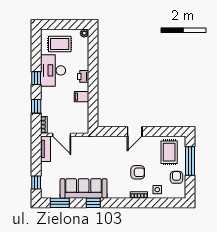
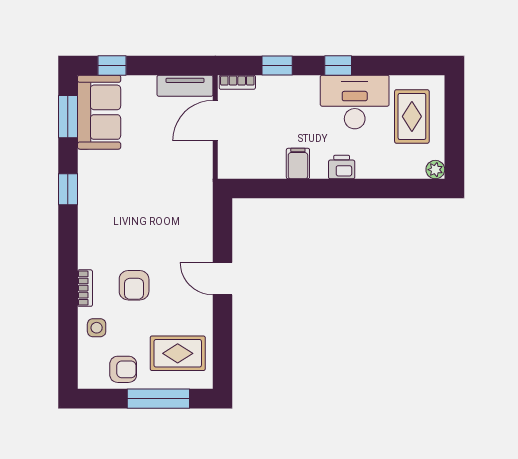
sofa: (84, 188) -> (99, 112), moved, width x0.73

